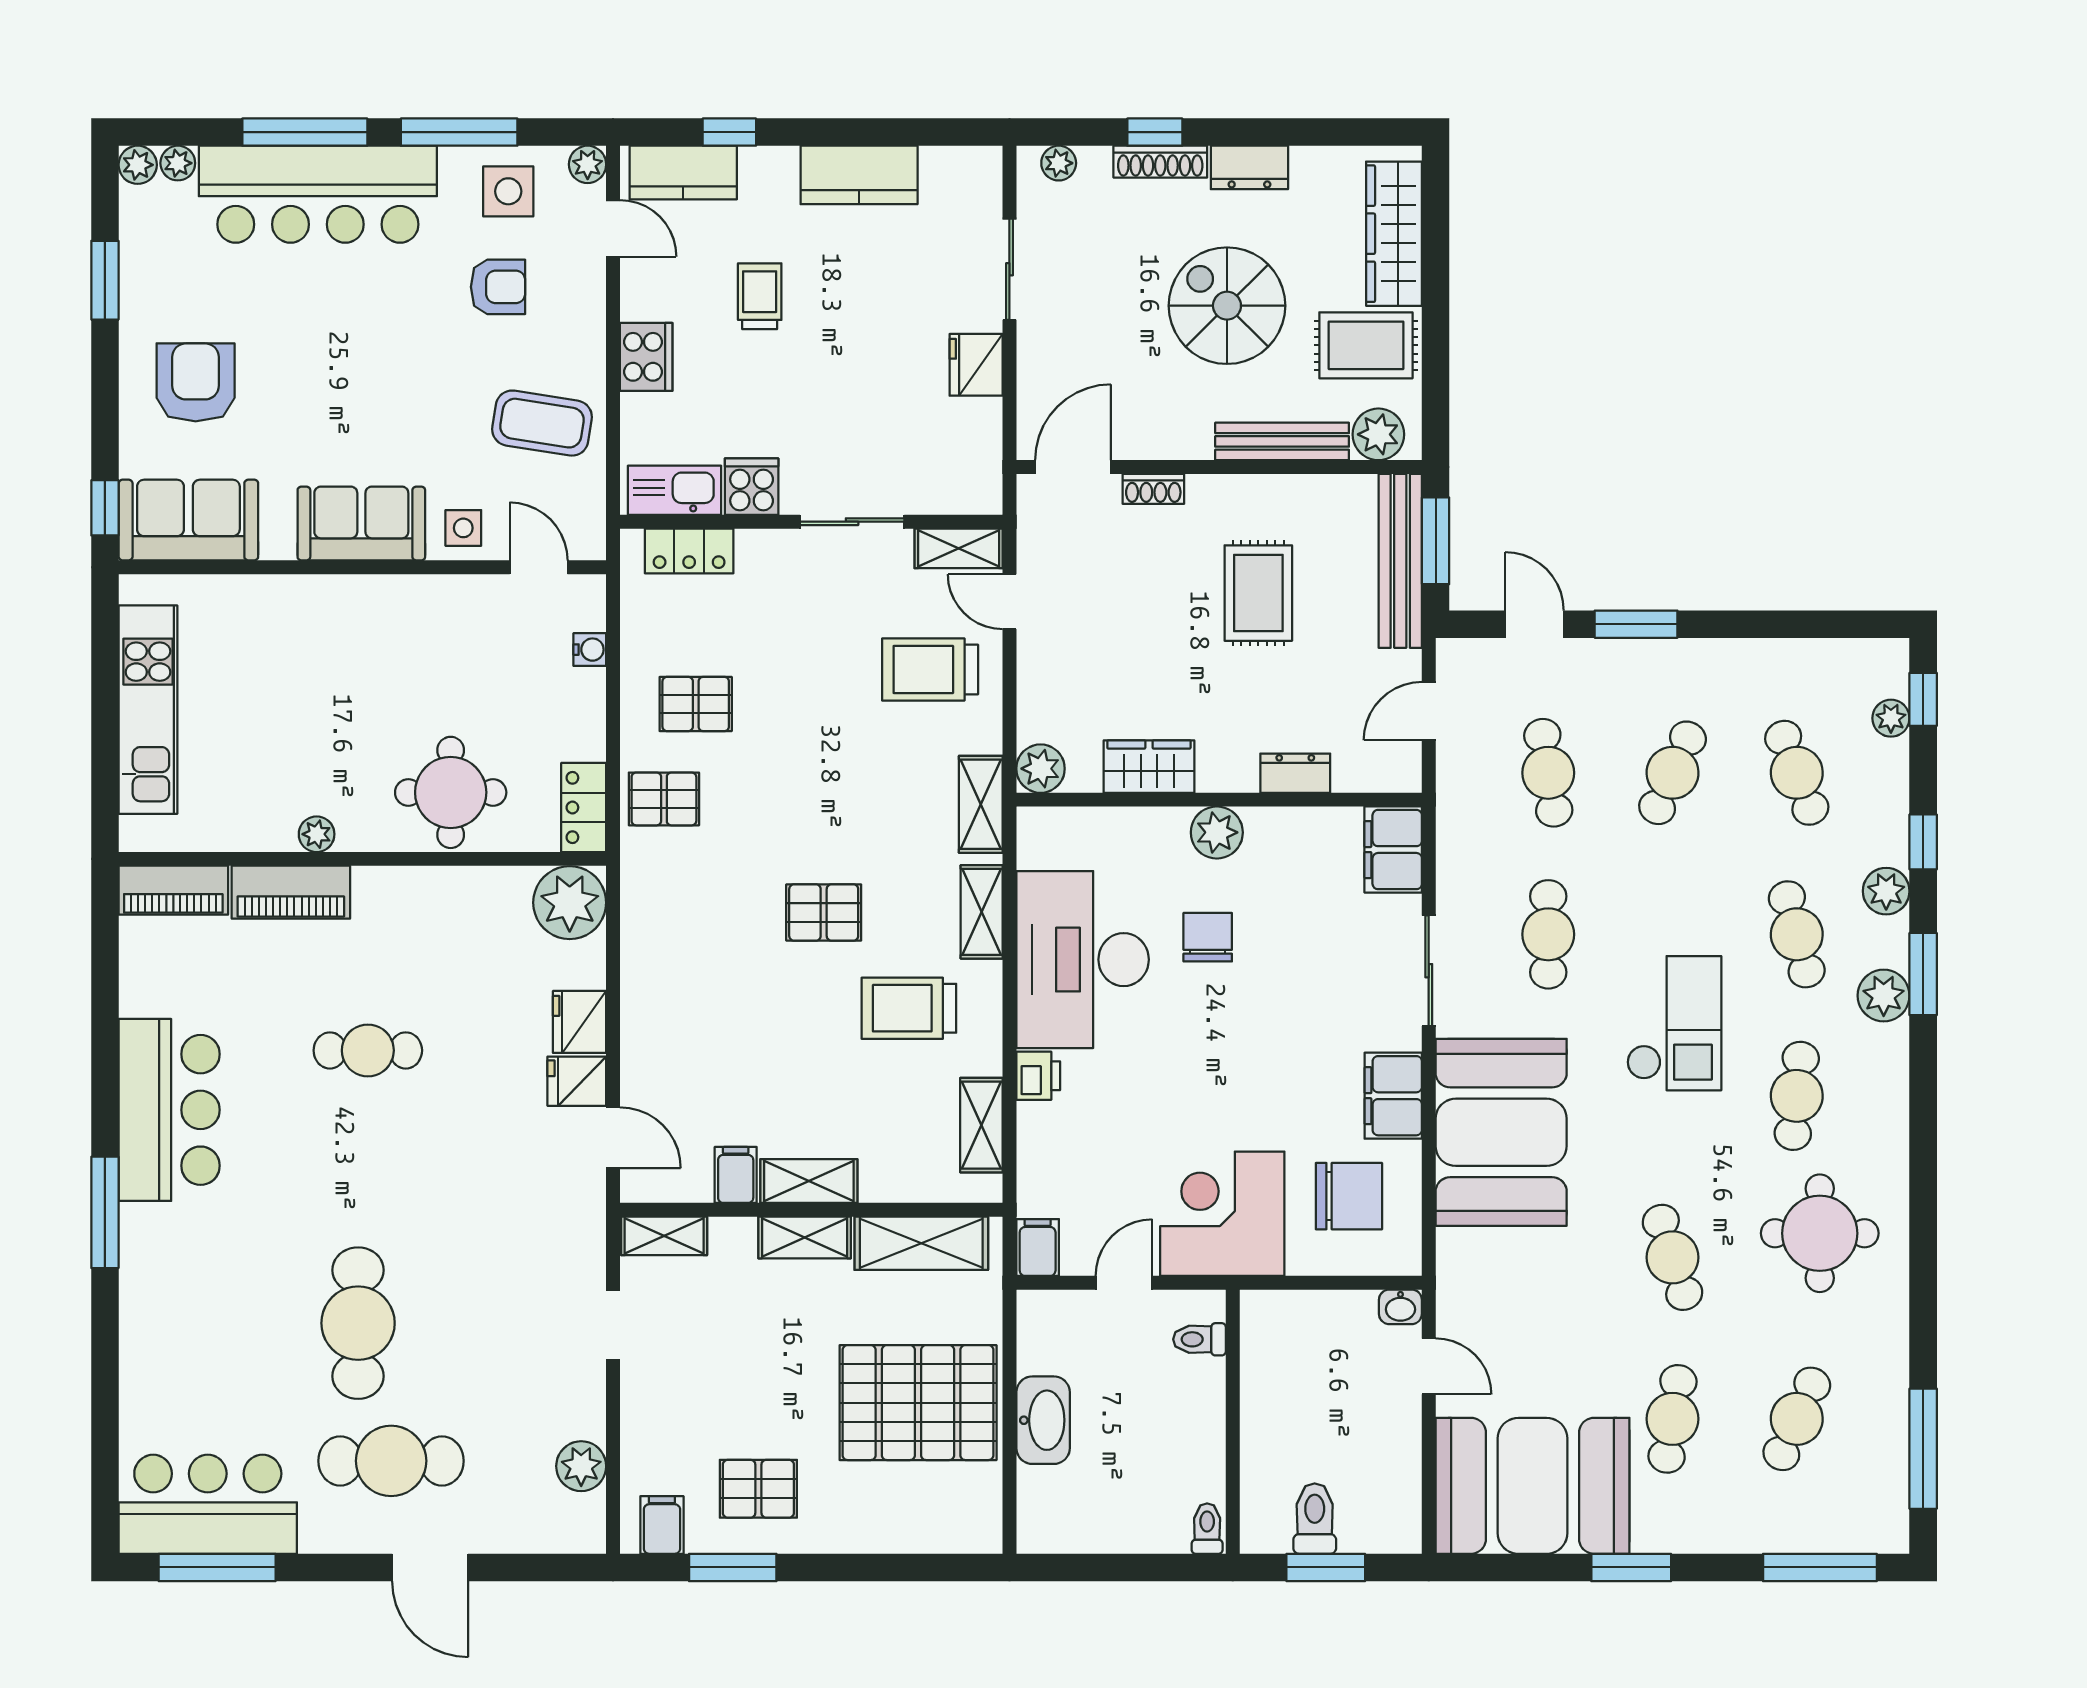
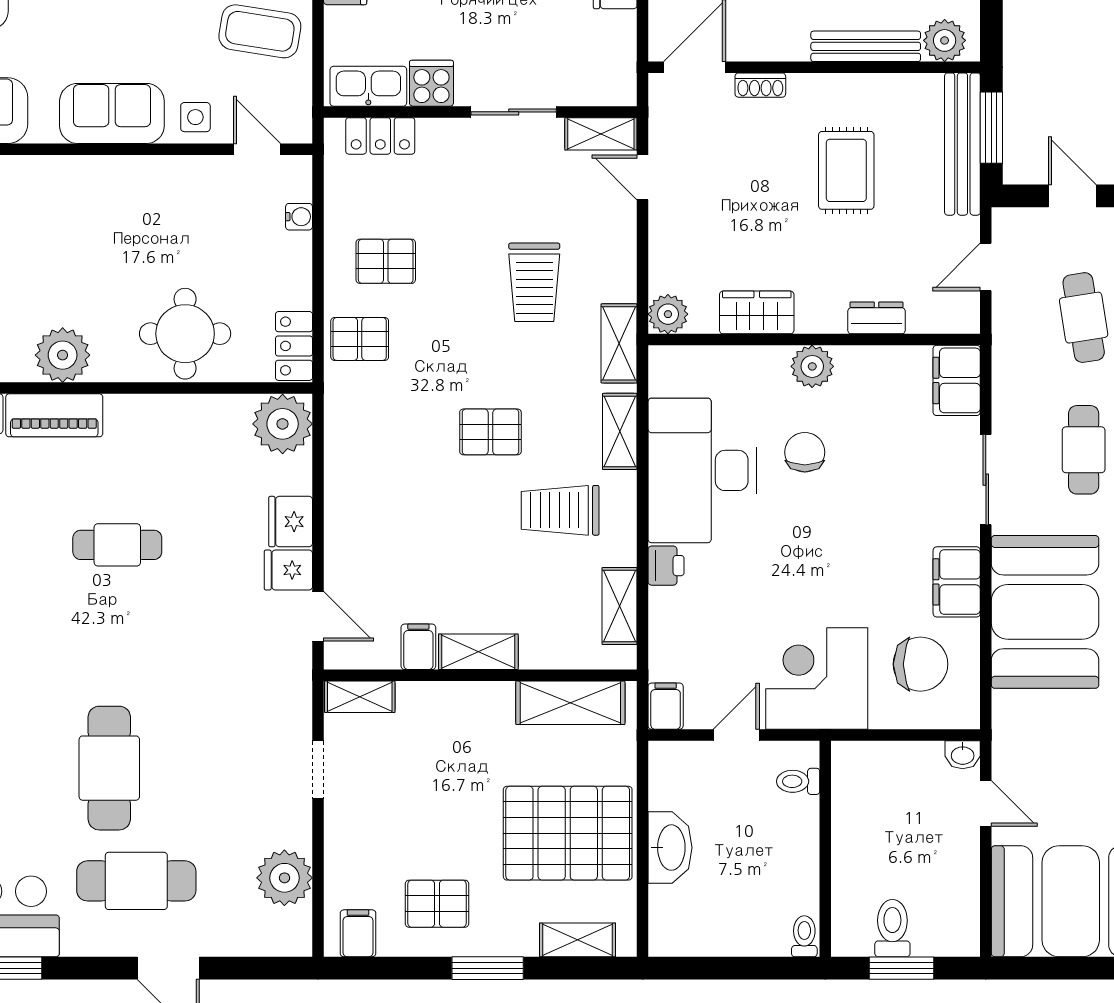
trolley: (930, 670) -> (534, 282), moved, turned -90
plant: (317, 834) -> (63, 355), width x1.88, depth x1.88
shelving: (805, 1237) -> (578, 940), moved
plant: (581, 1466) -> (284, 878), width x1.36, depth x1.36
window: (733, 1567) -> (488, 968), moved

